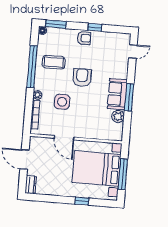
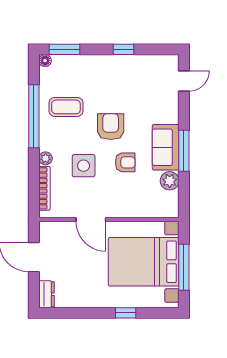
armchair: (84, 38) -> (125, 162), moved

